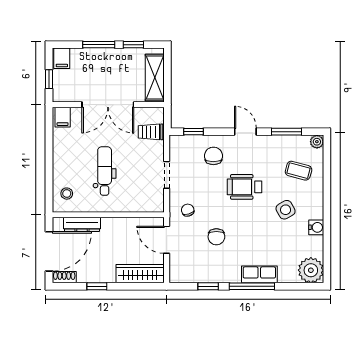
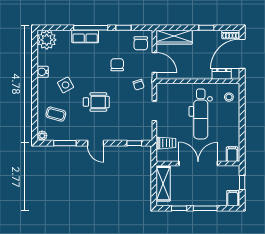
chair: (213, 156) -> (141, 43), moved
dental chair: (105, 171) -> (201, 114), width x1.36, depth x1.38
dresser: (82, 224) -> (222, 74), width x0.70

